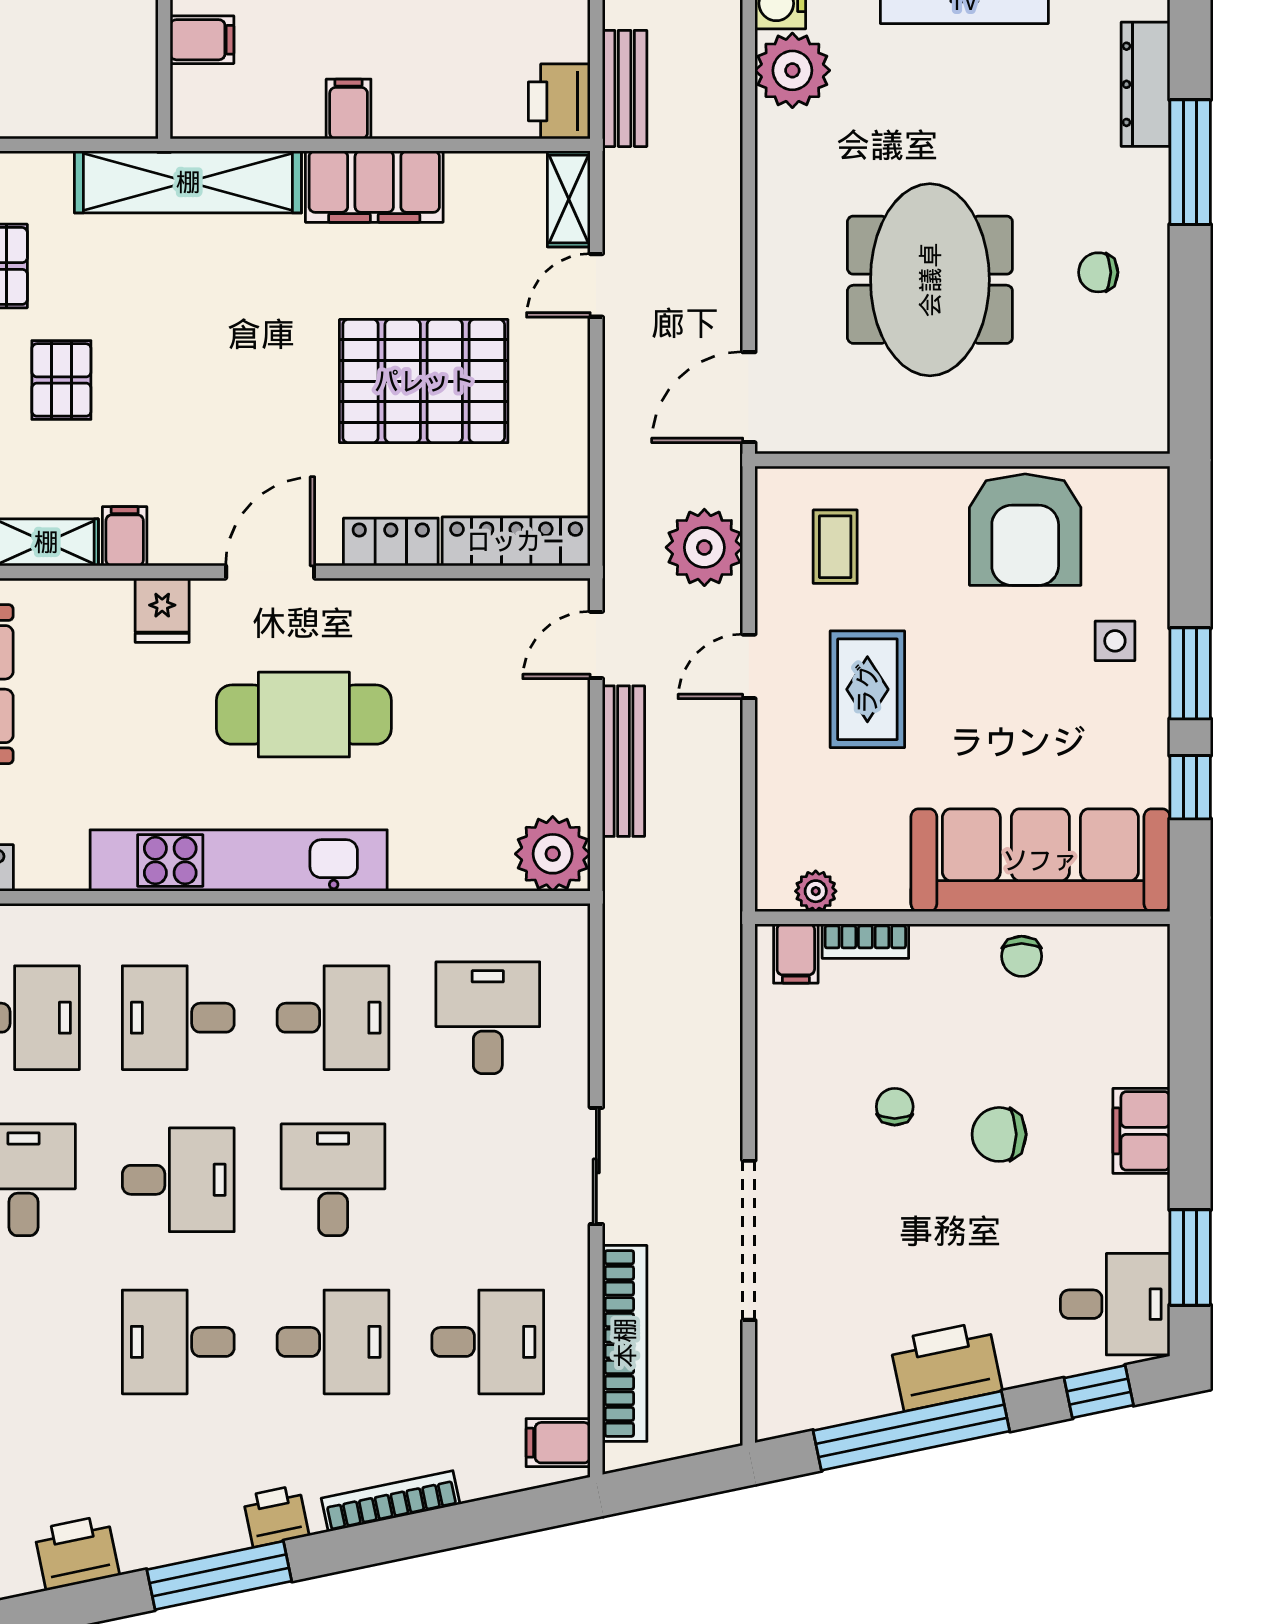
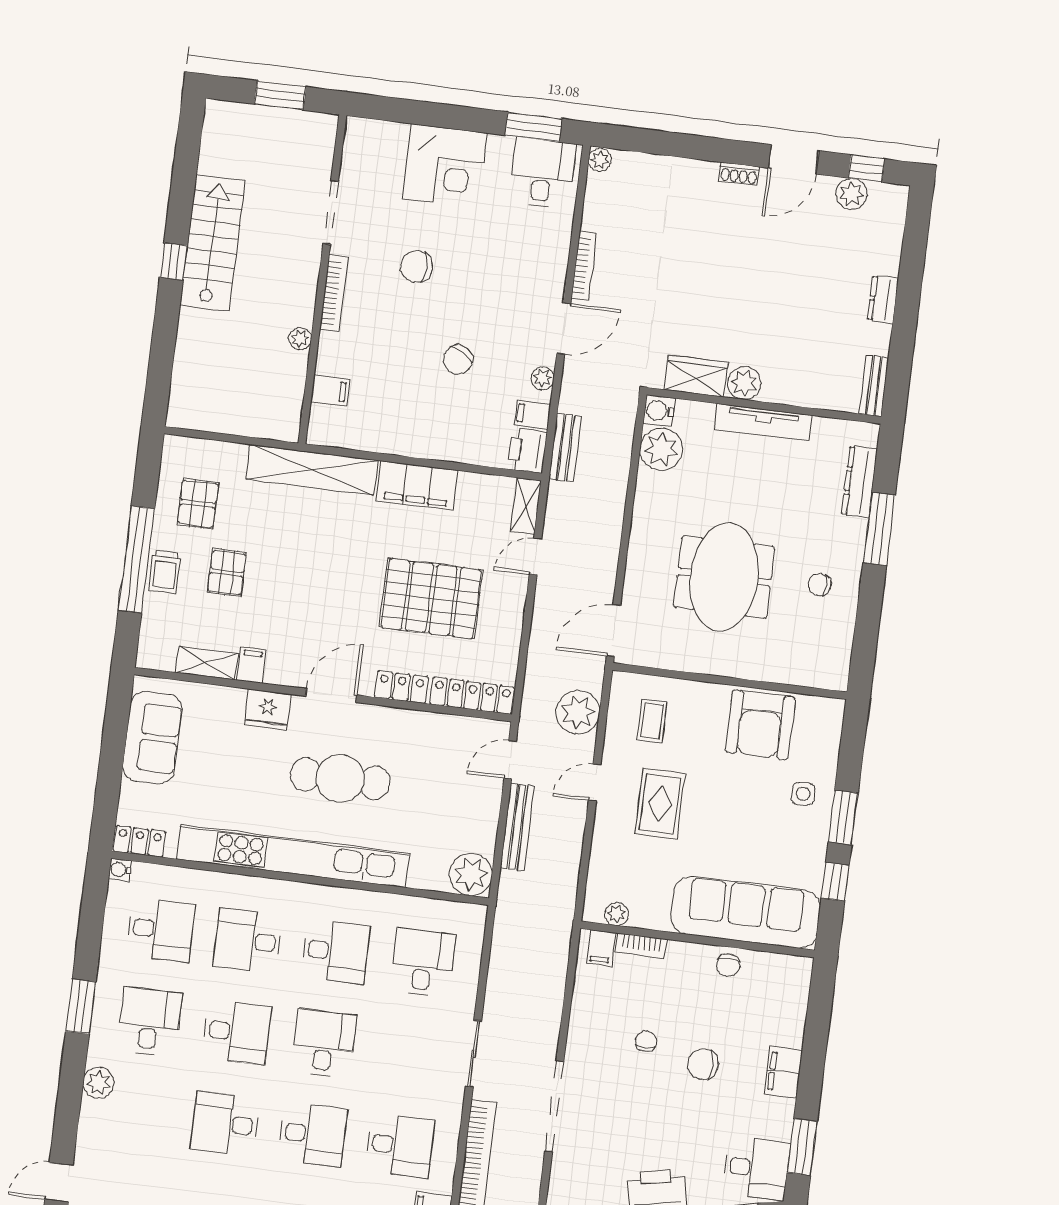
filing cabinet: (349, 109) -> (533, 414), moved, turned -90
fridge: (162, 610) -> (268, 710), width x1.38
kitchen unit: (239, 861) -> (293, 856), width x1.36

